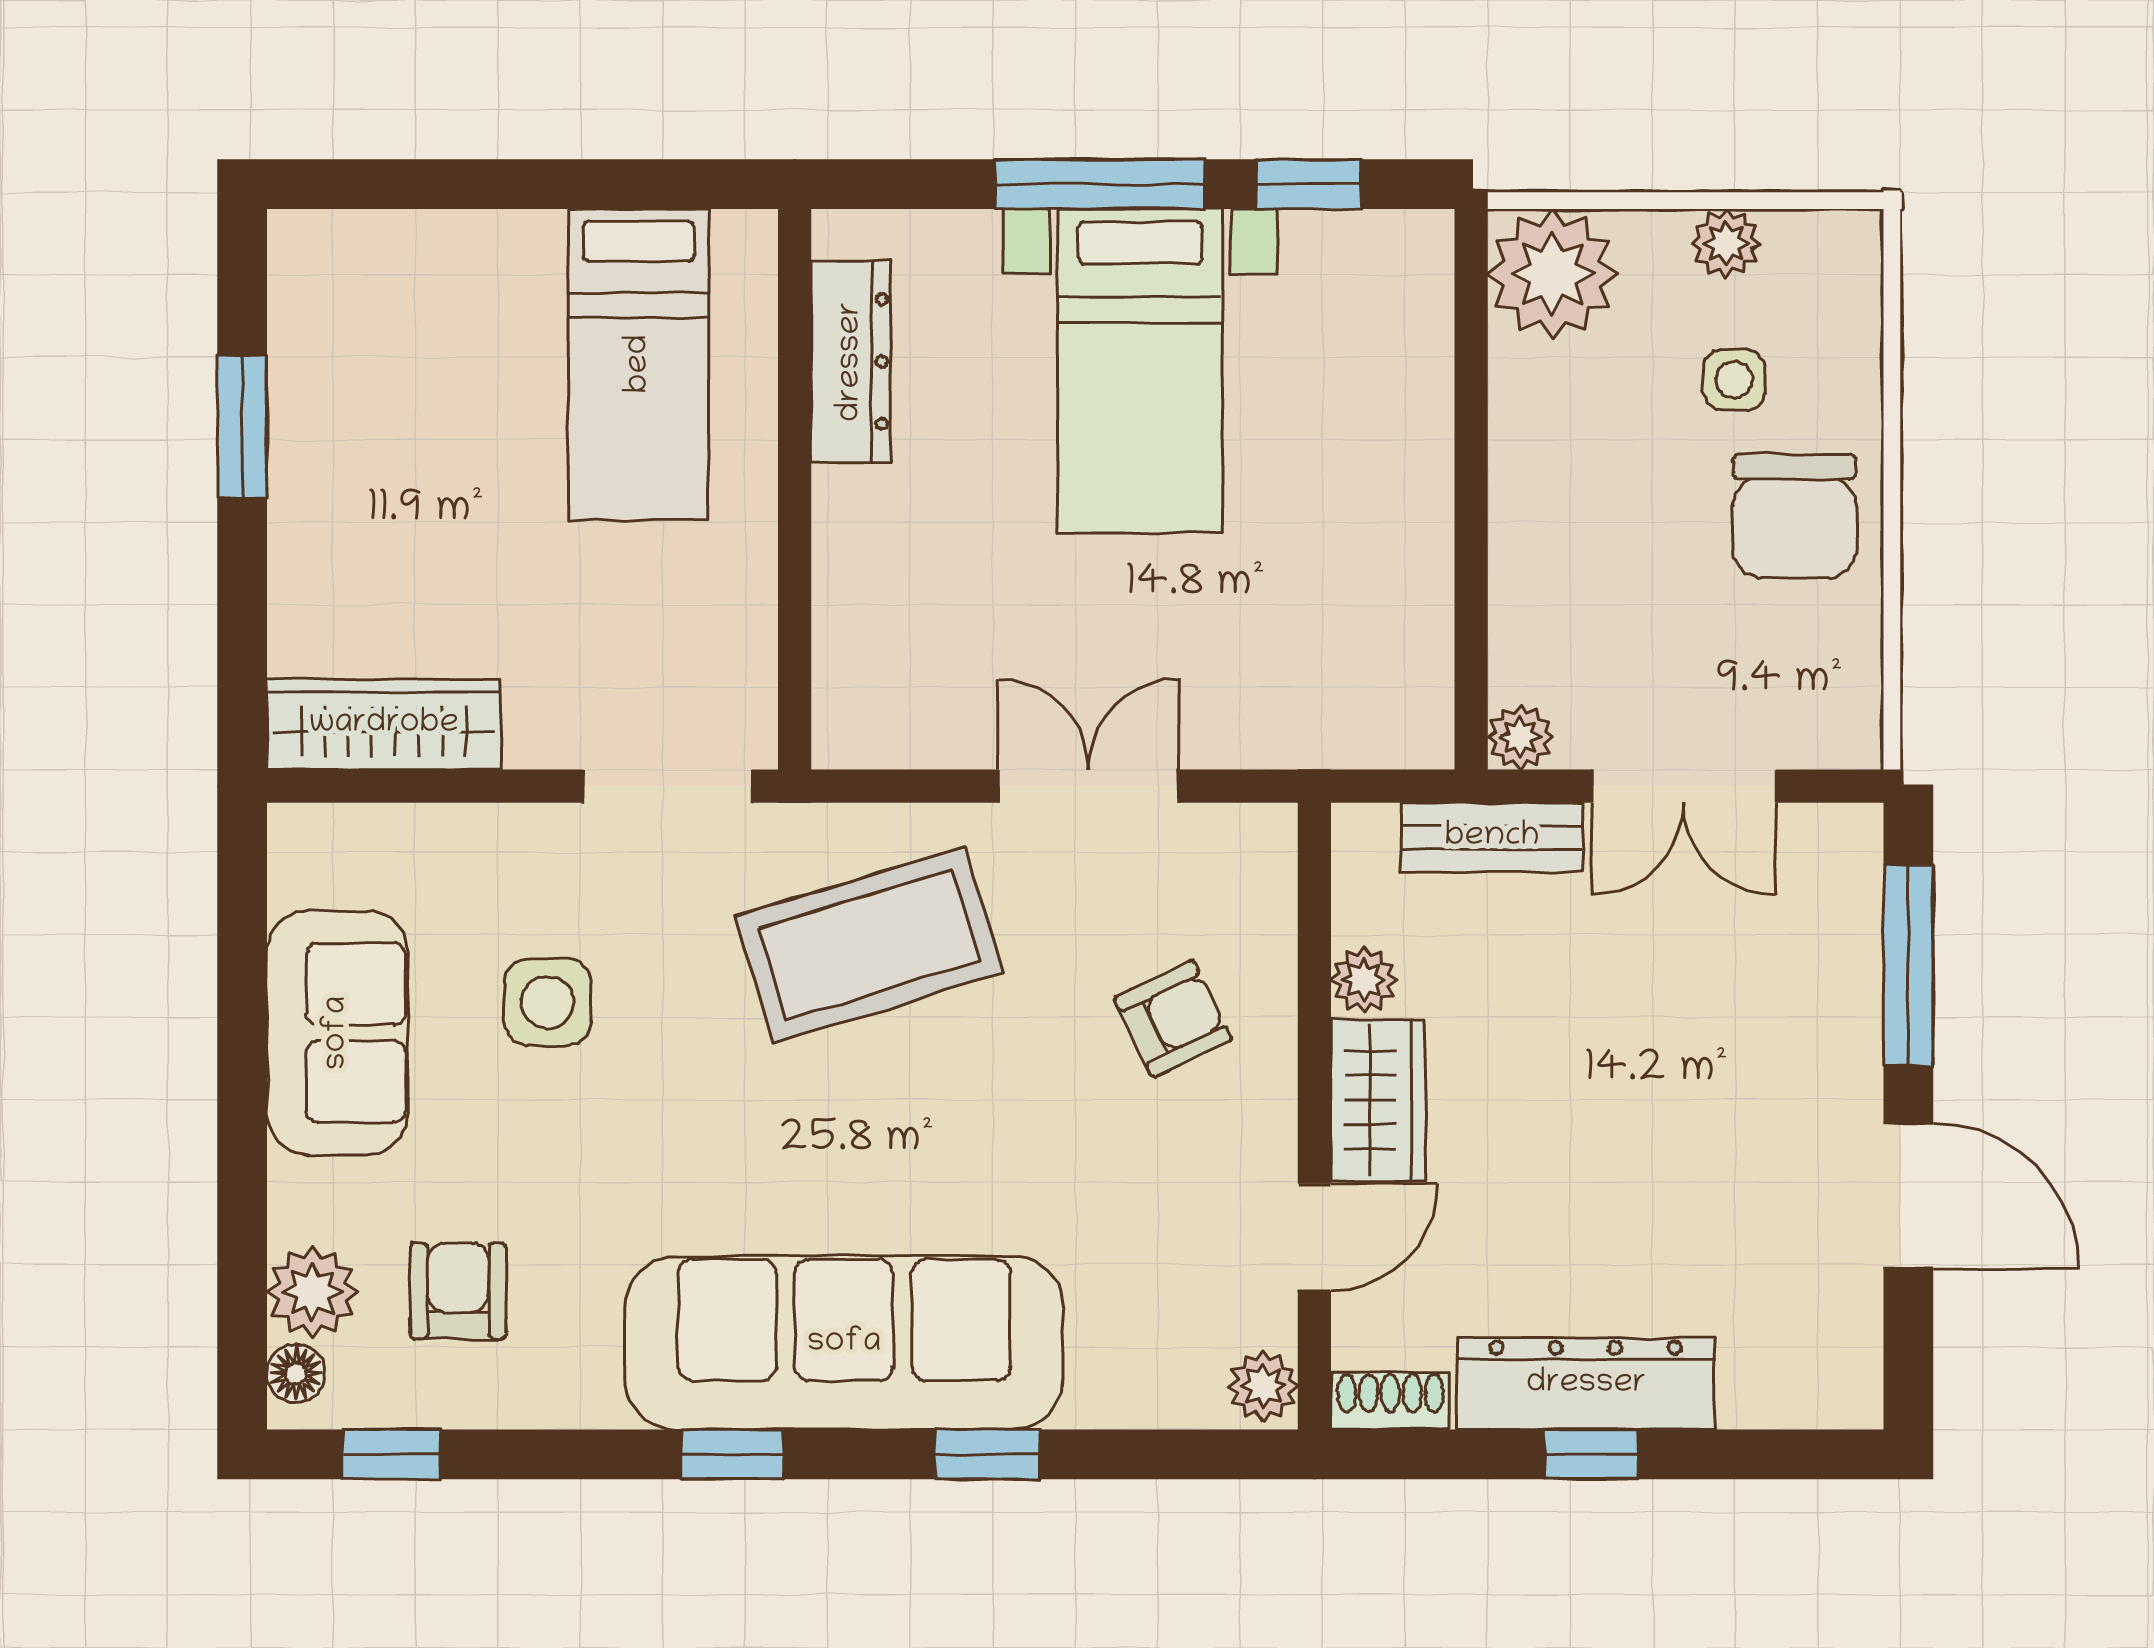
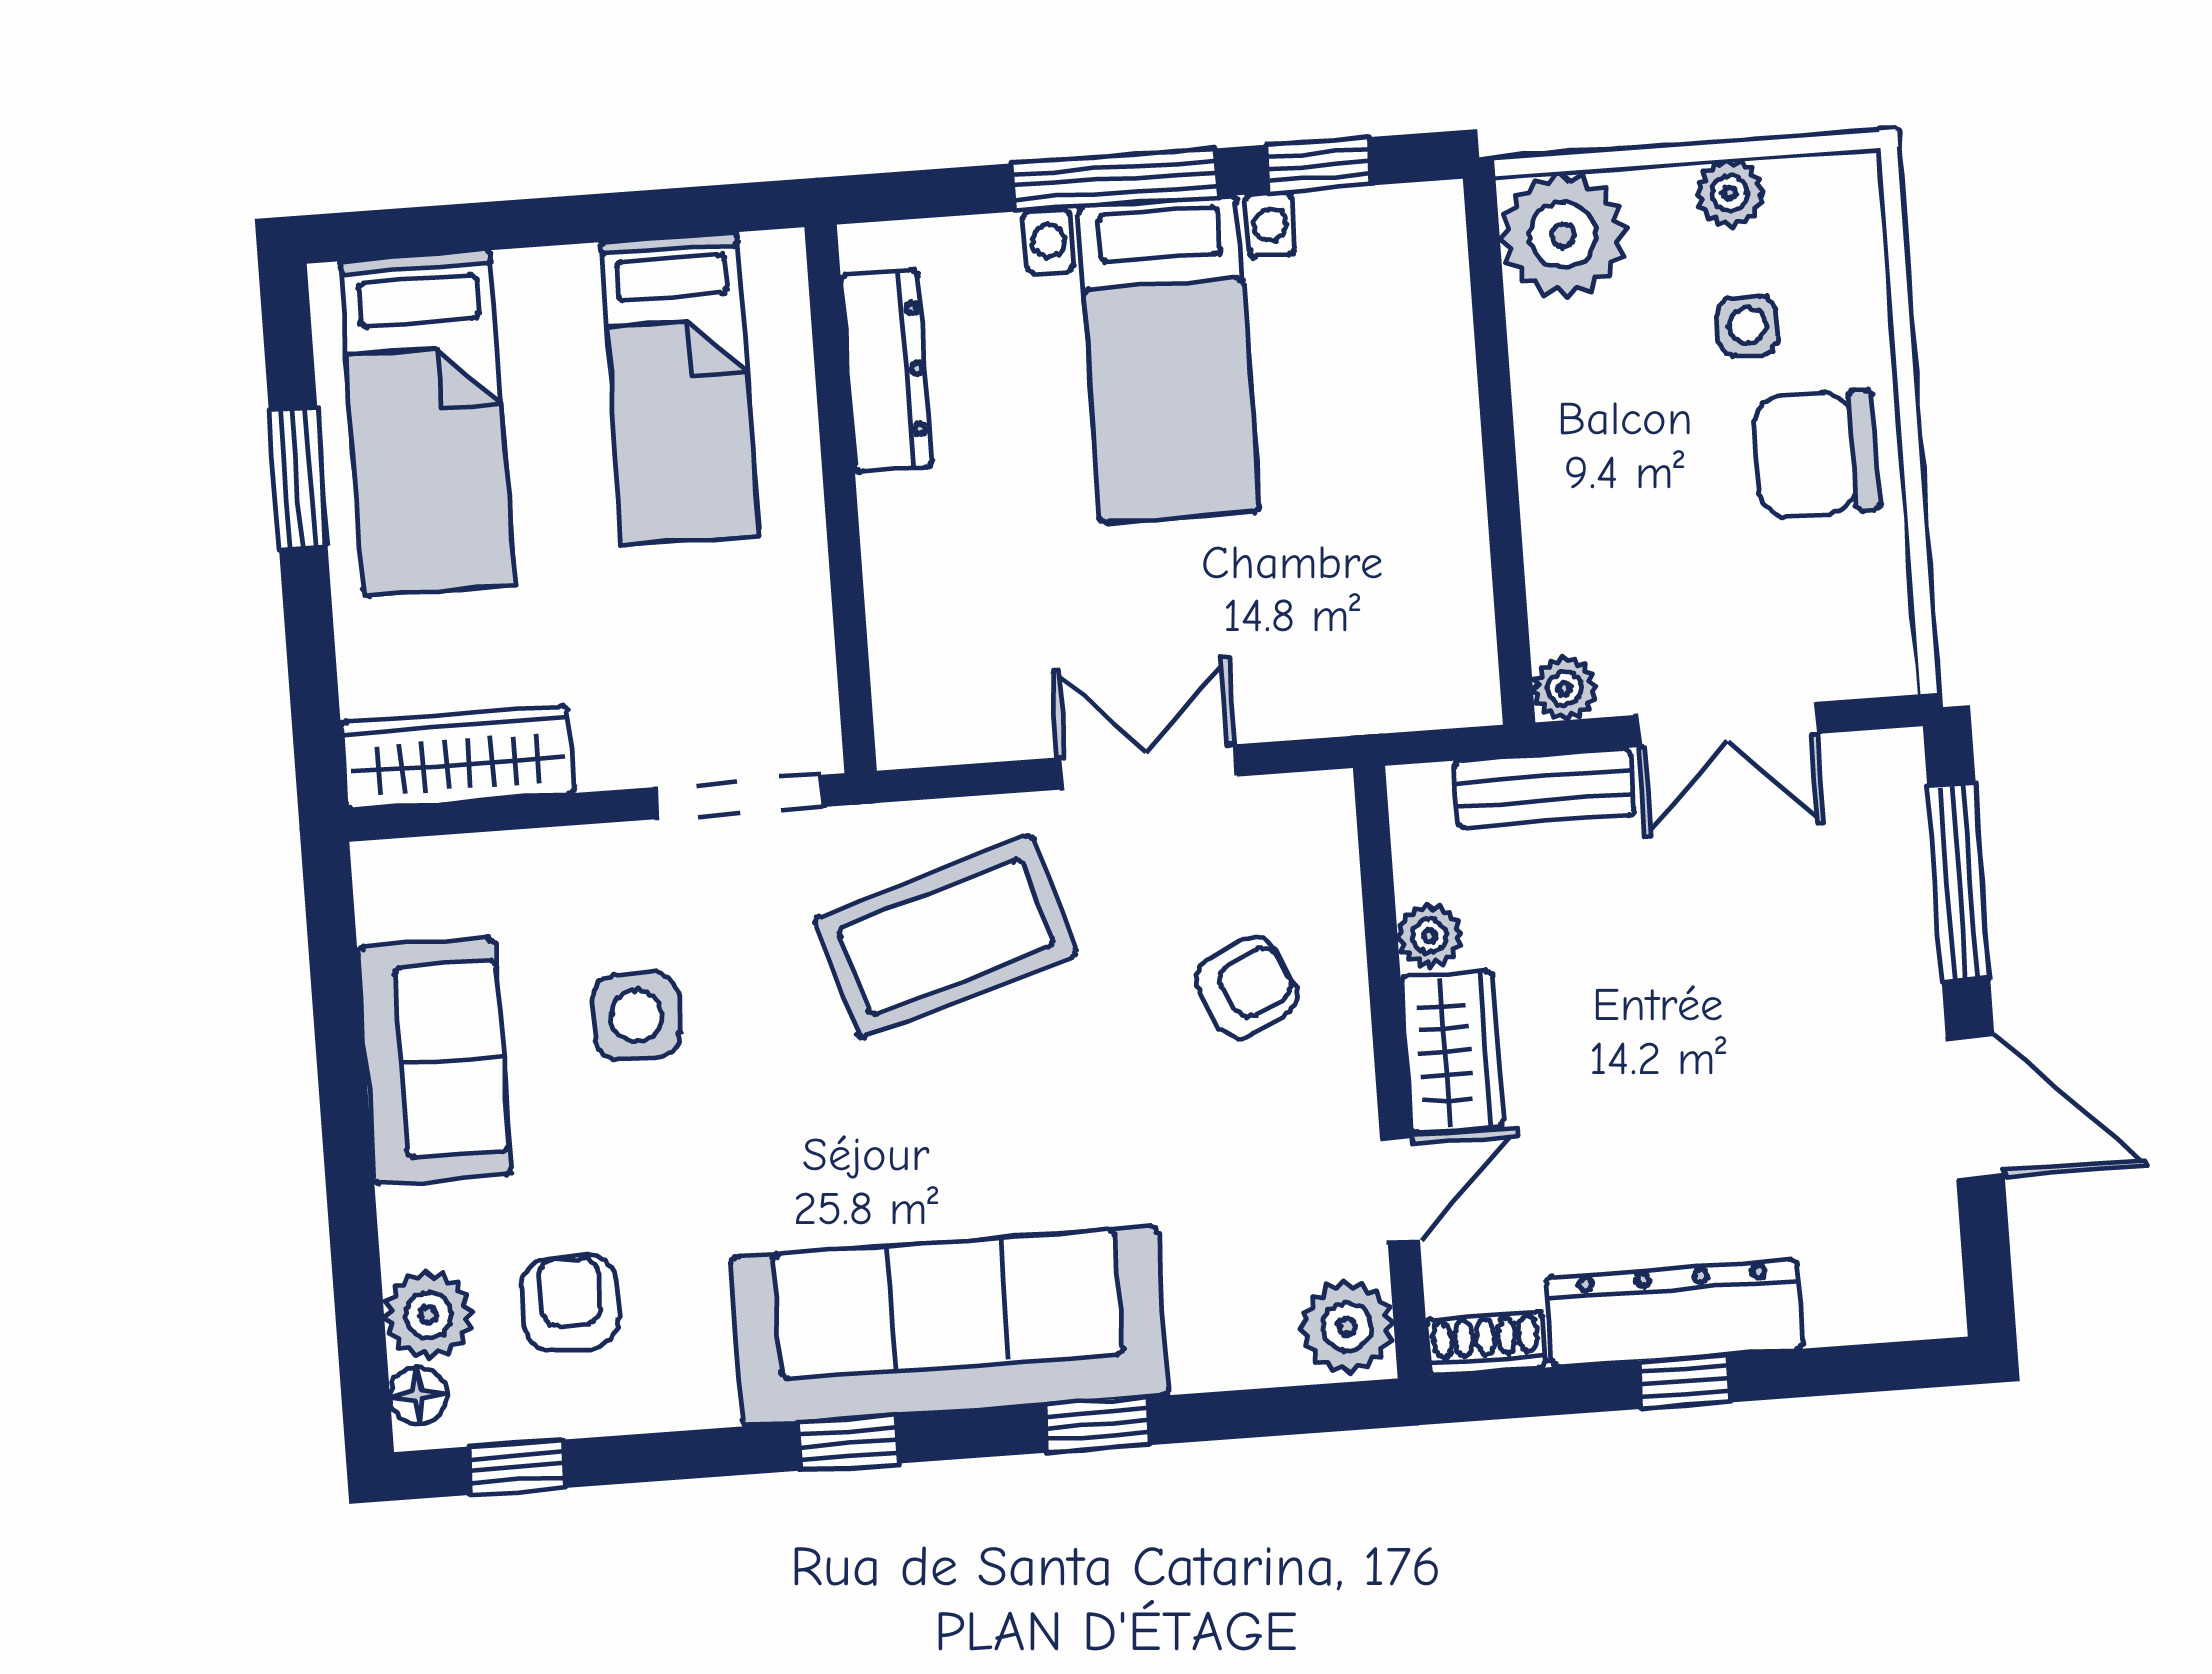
bed: (378, 381) -> (427, 423), added
chair: (1795, 516) -> (1816, 454), turned 90
plant: (1263, 1386) -> (1347, 1327), width x1.38, depth x1.38

